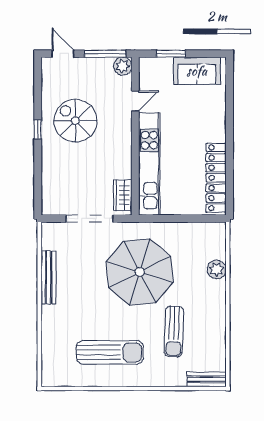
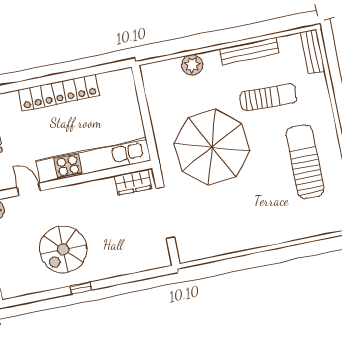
locker: (216, 178) -> (59, 93), moved
bench: (49, 277) -> (249, 51), moved

